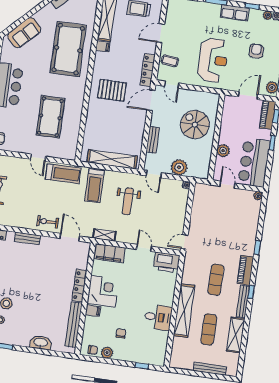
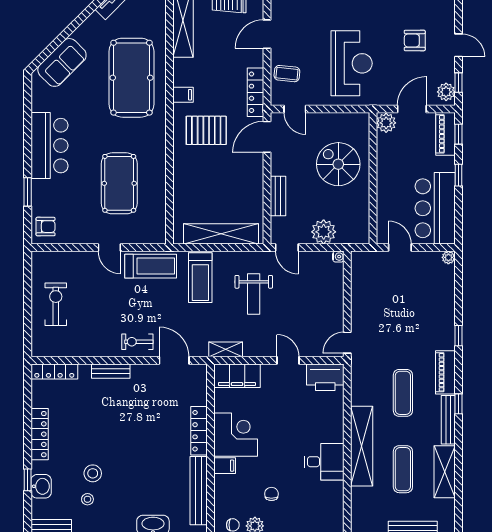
filing cabinet: (103, 46) -> (183, 95), moved
armchair: (256, 51) -> (415, 40), turned -90
plant: (223, 151) -> (386, 123), moved

